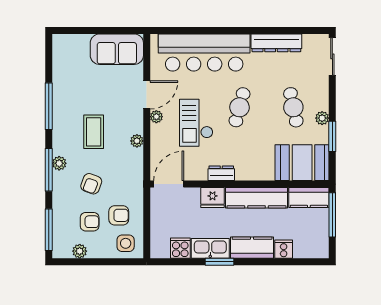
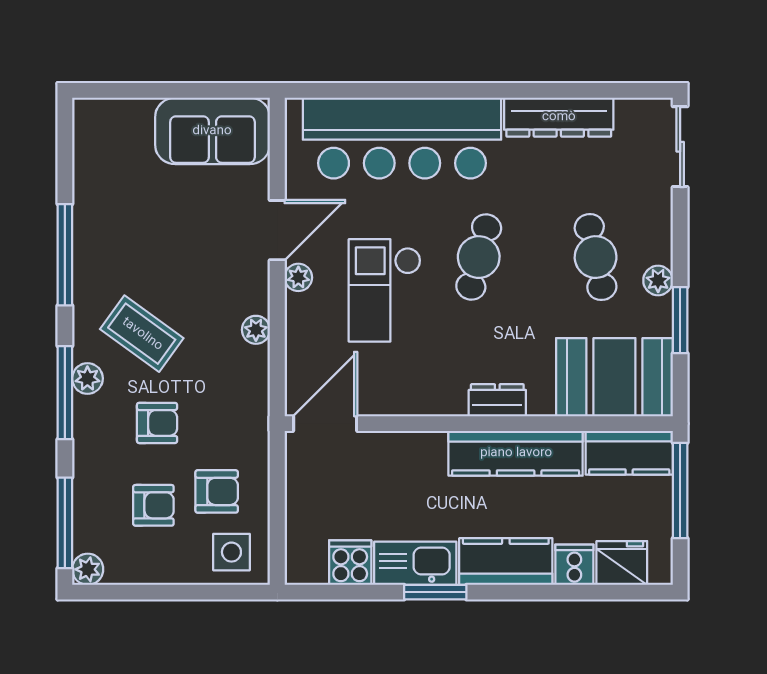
coffee table: (94, 132) -> (142, 334), moved, turned -54
dresser: (221, 173) -> (497, 400), moved
armchair: (91, 184) -> (157, 423), turned -111
fridge: (213, 198) -> (622, 563), moved, turned 180
plant: (80, 251) -> (88, 569), moved

